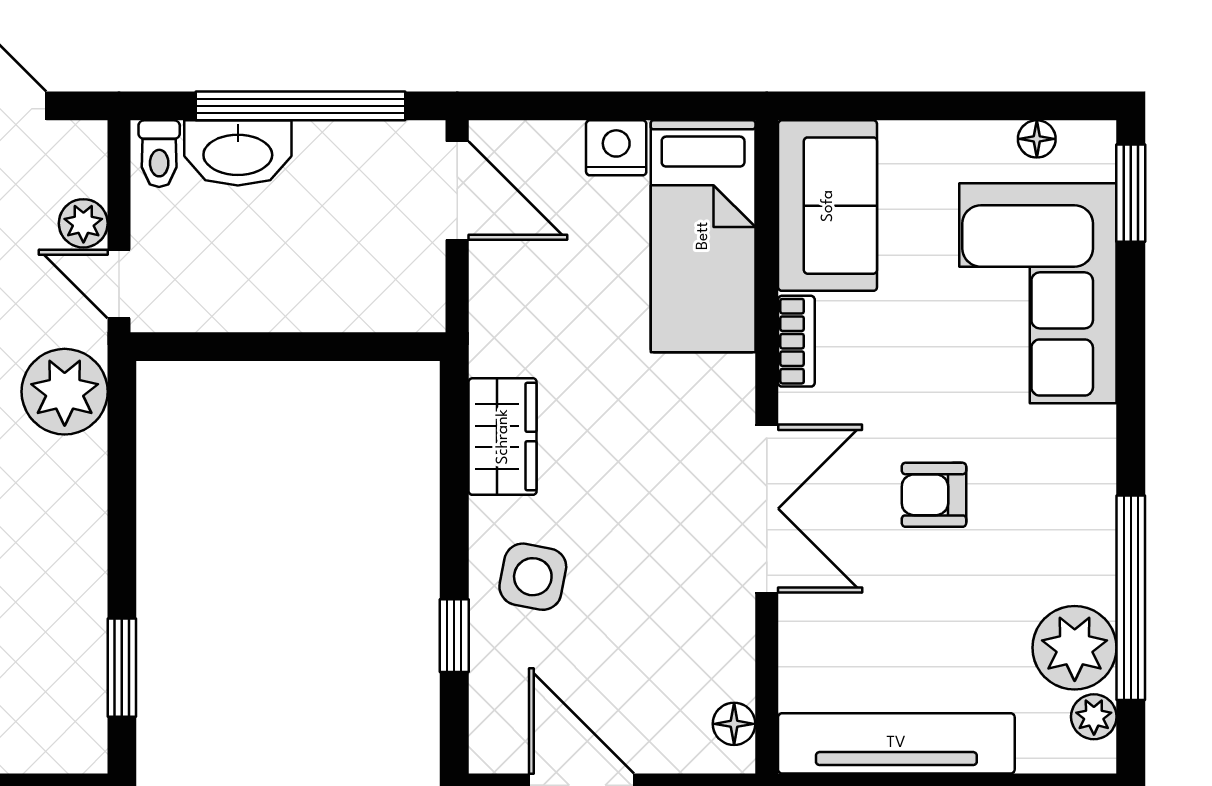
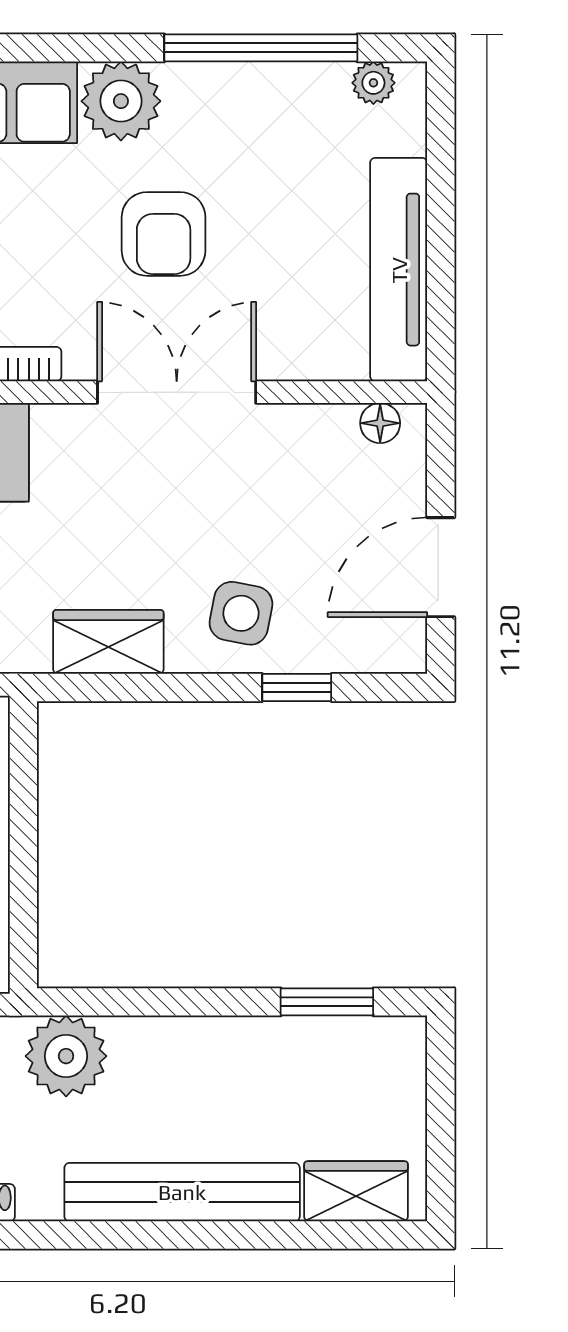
armchair: (934, 495) -> (164, 234), width x1.38, depth x1.38
plant: (1075, 648) -> (121, 101), moved

